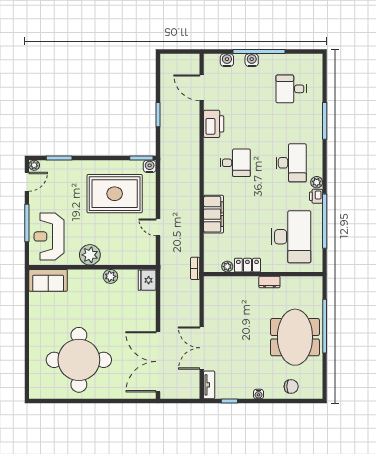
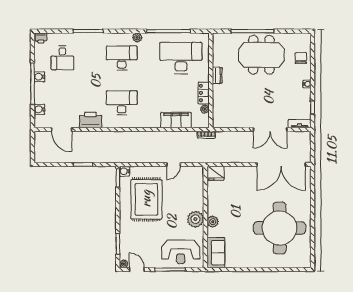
water cooler: (252, 60) -> (39, 77), moved
door: (202, 88) -> (62, 130), hinge flipped
desk: (235, 163) -> (122, 103), width x1.37
printer: (316, 196) -> (41, 38), moved
filing cabinet: (214, 214) -> (176, 120), moved
plant: (110, 276) -> (213, 222), moved

